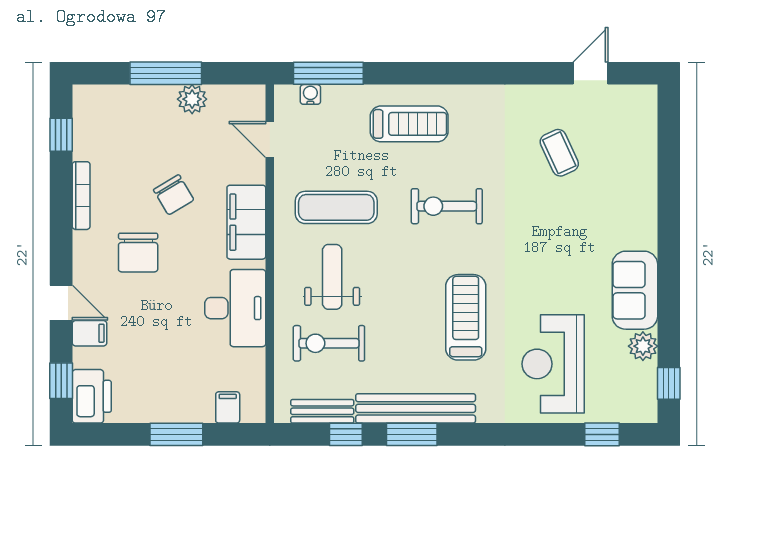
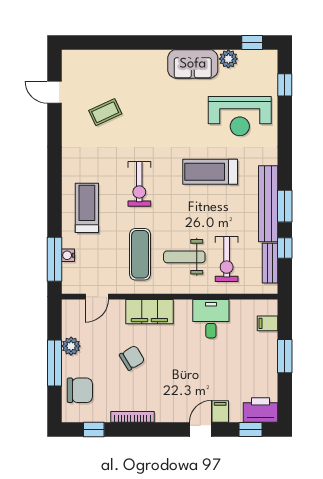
water cooler: (310, 94) -> (68, 255), moved
chair: (138, 253) -> (80, 390), moved
desk: (235, 308) -> (211, 319), width x0.73

